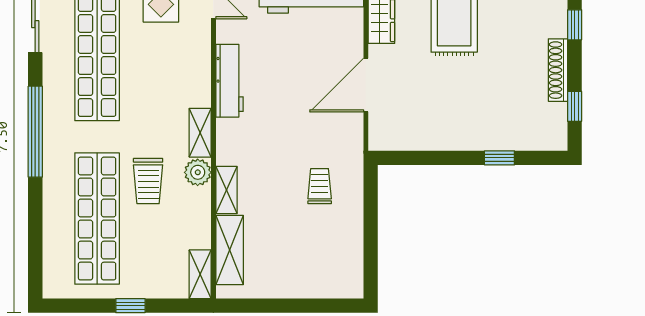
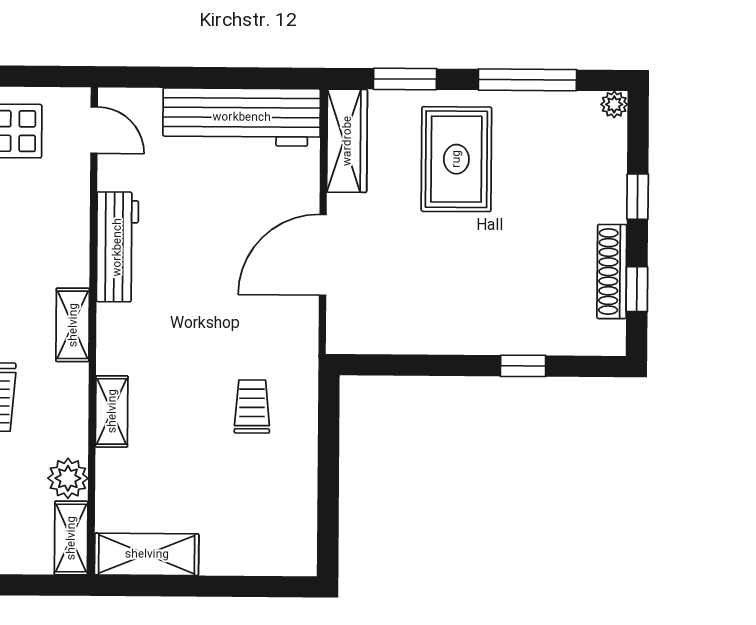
window: (575, 25) -> (638, 197), moved
shoe rack: (558, 70) -> (612, 272), moved
plant: (198, 172) -> (68, 478), moved
shelving: (230, 250) -> (147, 554), moved, turned 90

